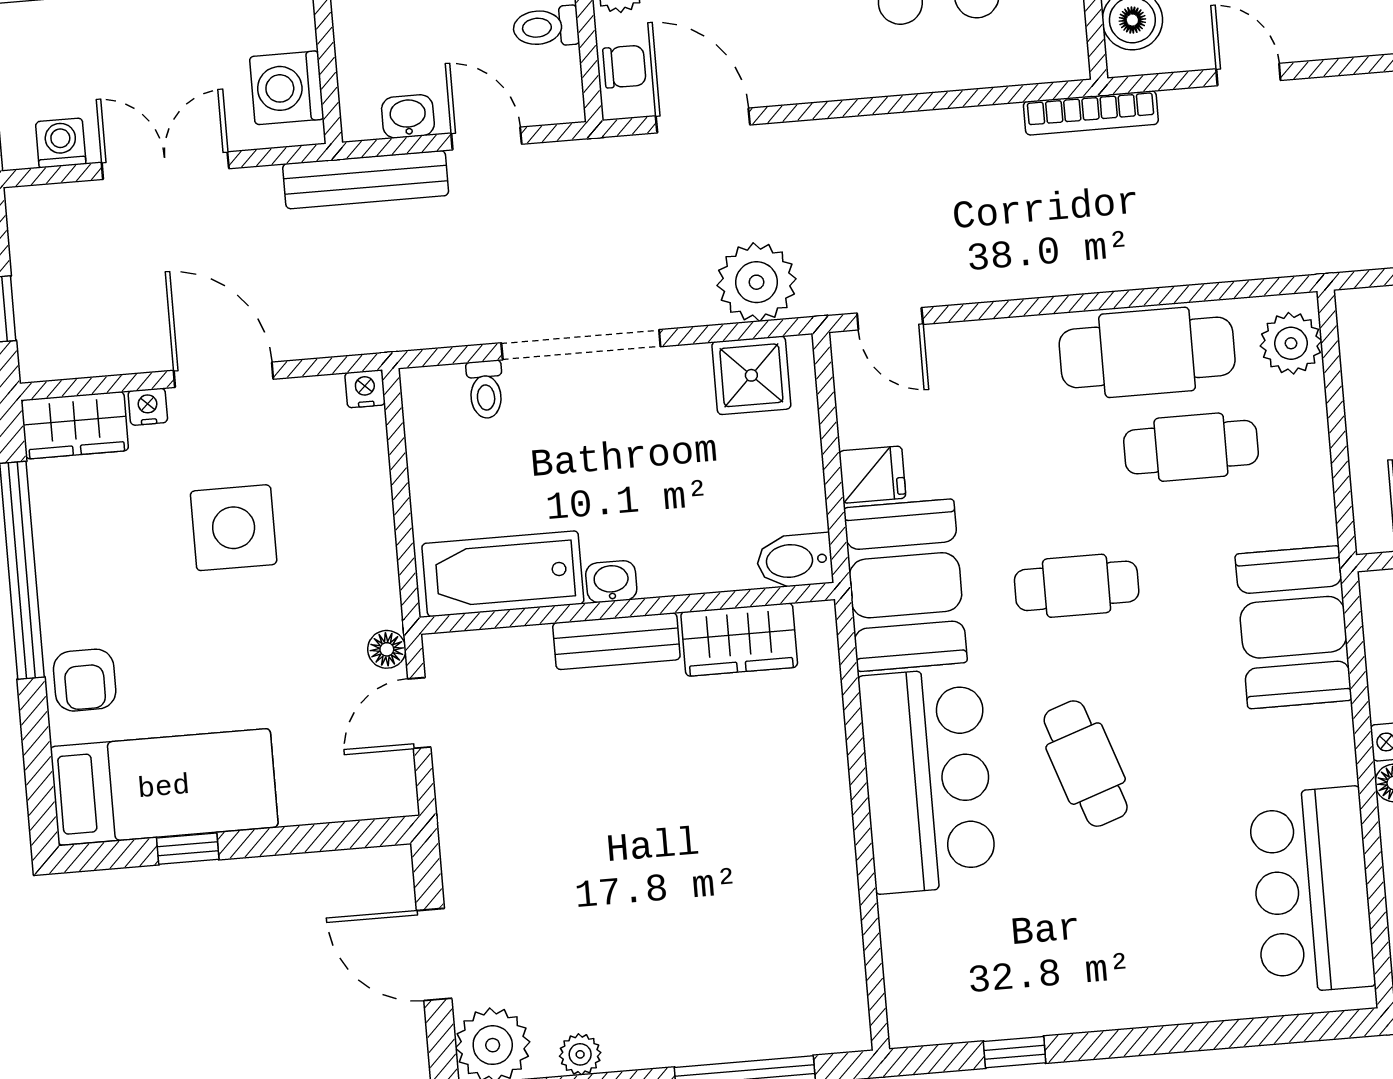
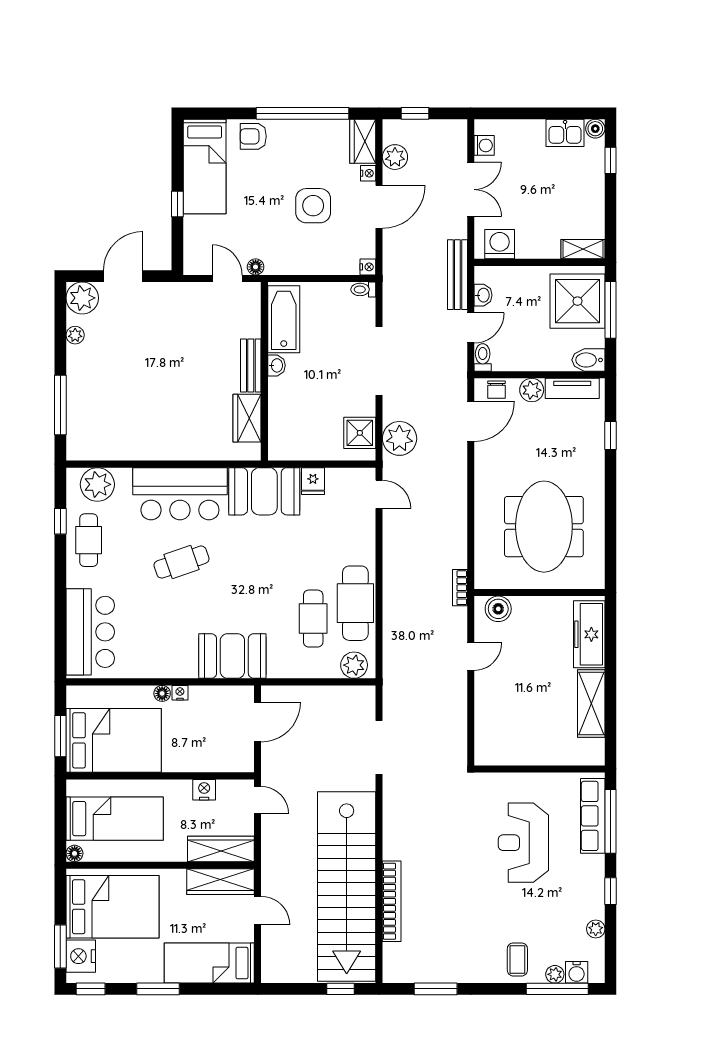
toilet: (546, 27) -> (483, 357), moved
bookcase: (1091, 113) -> (460, 588), width x0.64
door: (890, 319) -> (379, 494), swing flipped
plant: (105, 347) -> (395, 157), added
toilet: (485, 390) -> (363, 289), moved
bidet: (795, 561) -> (279, 445), removed
cafe table: (1077, 586) -> (89, 540), moved
window: (188, 849) -> (177, 204), moved
bar counter: (1312, 890) -> (90, 632), moved, turned 90
plant: (922, 974) -> (97, 484), added

